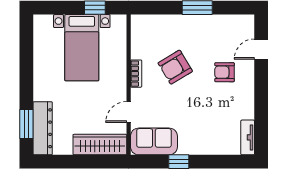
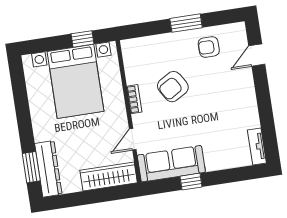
bed with nightstands: (82, 48) -> (75, 81), width x1.36
armchair: (225, 72) -> (209, 47), moved
sofa: (154, 141) -> (171, 164), width x1.36

